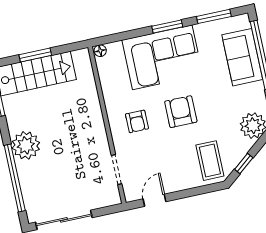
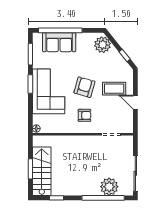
armchair: (181, 112) -> (84, 87), turned 106
plant: (26, 145) -> (109, 187), moved
coffee table: (210, 161) -> (114, 89), moved
door: (154, 200) -> (135, 102), moved

